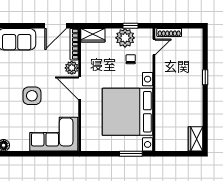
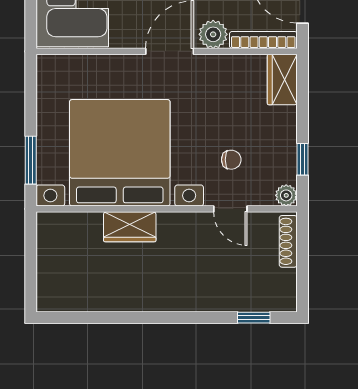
plant: (125, 38) -> (286, 195), moved, width x0.53, depth x0.53
door: (154, 47) -> (230, 209), moved
window: (205, 77) -> (254, 318), moved
wardrobe: (195, 139) -> (130, 227), moved, turned 180

